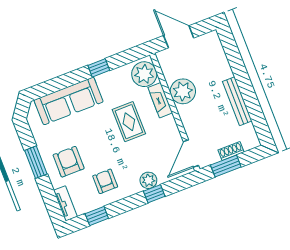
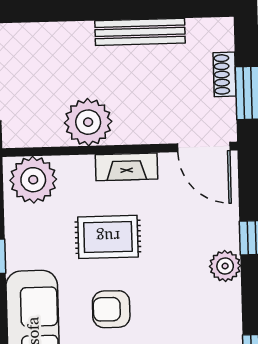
fireplace: (160, 100) -> (127, 167), moved
plant: (148, 180) -> (225, 266), moved
armchair: (105, 181) -> (111, 309), moved

